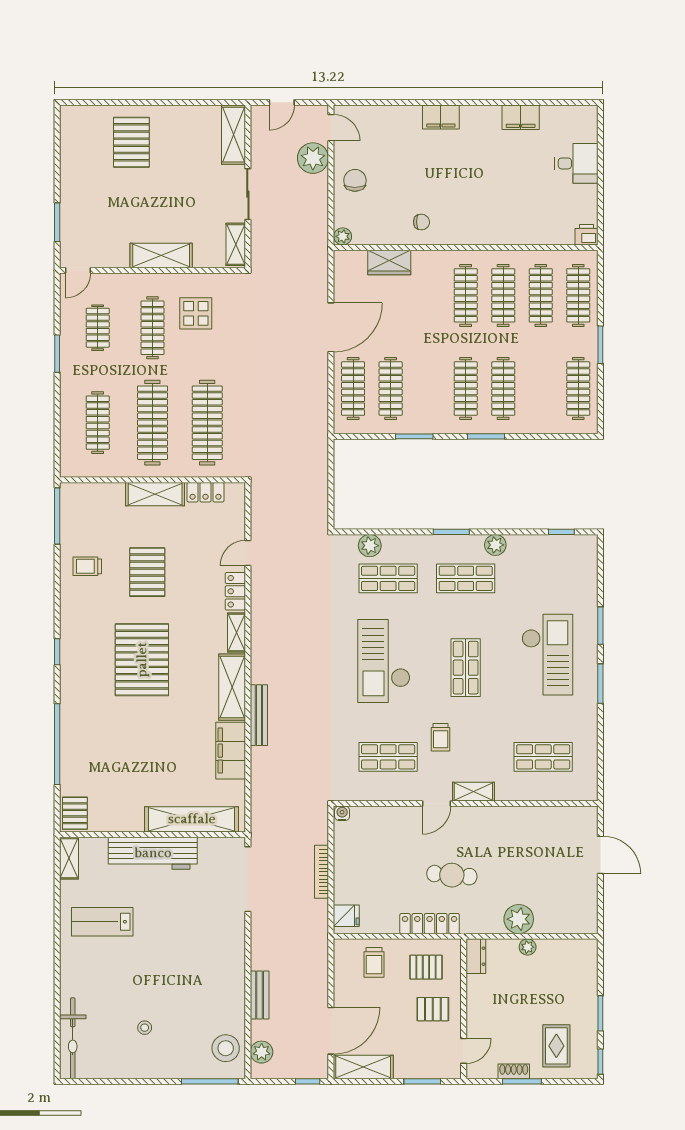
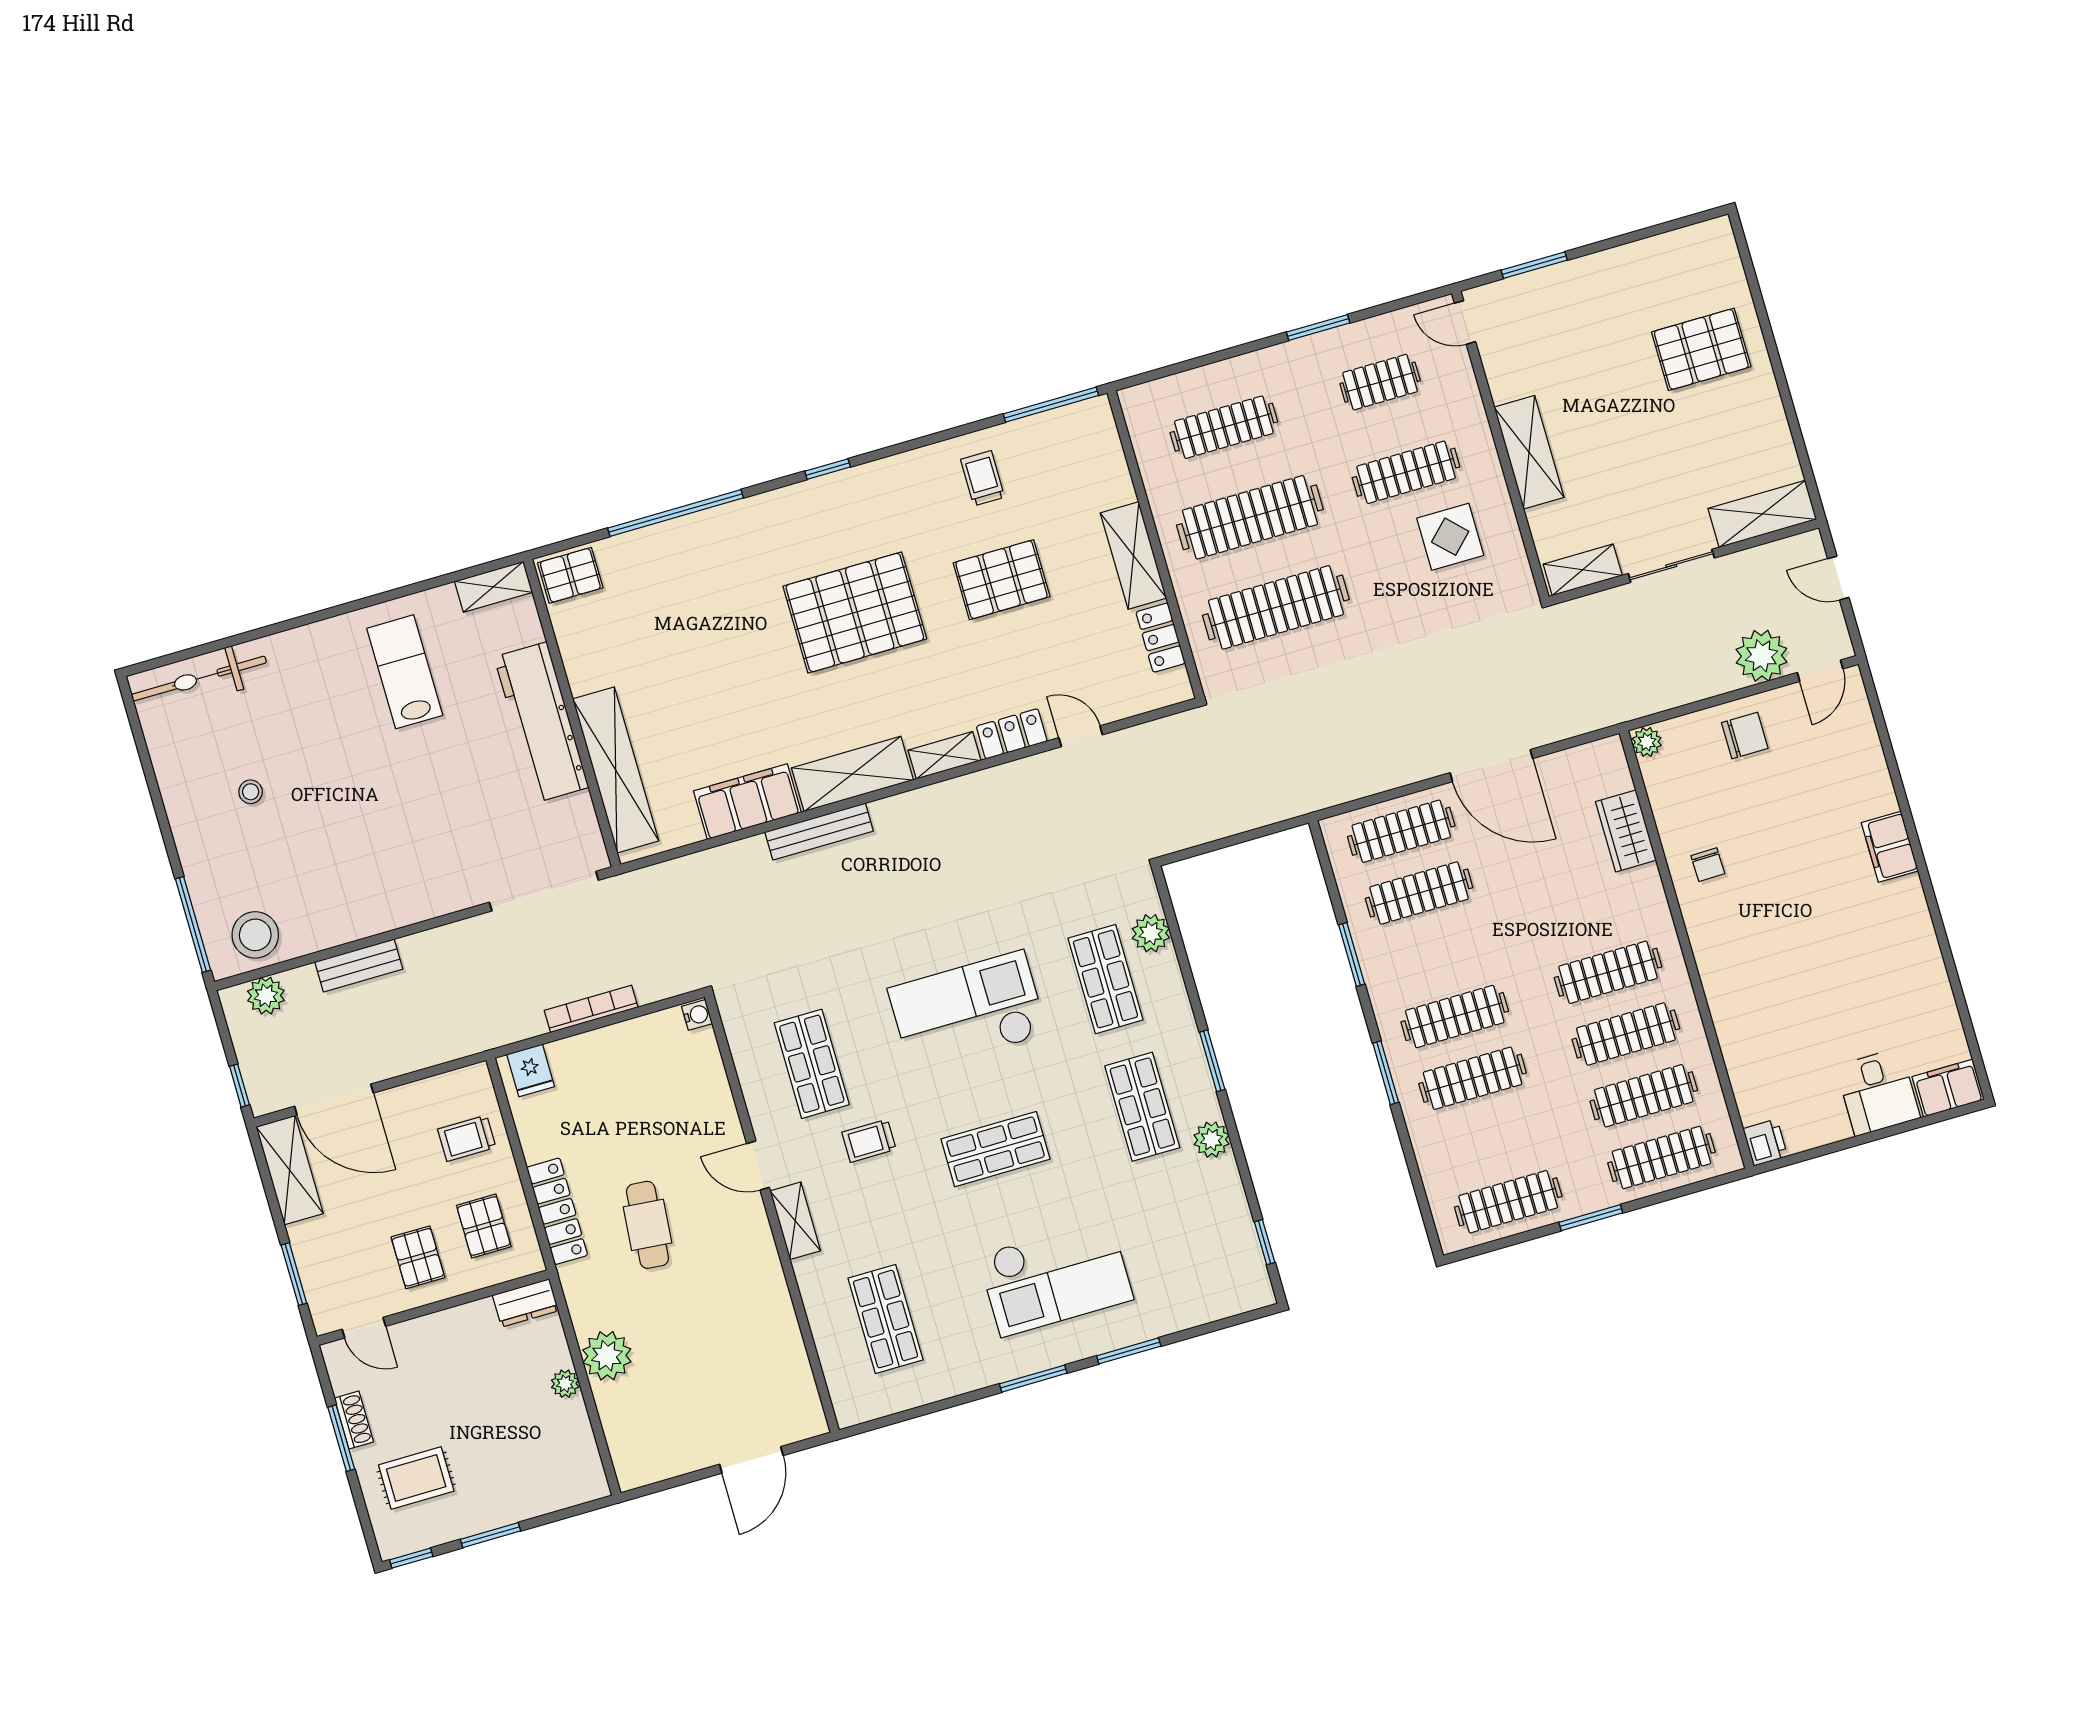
filing cabinet: (521, 117) -> (1948, 1088), moved, turned 90

